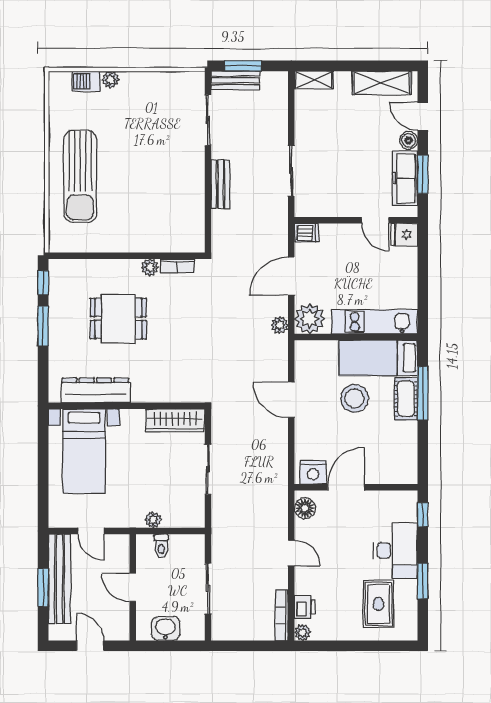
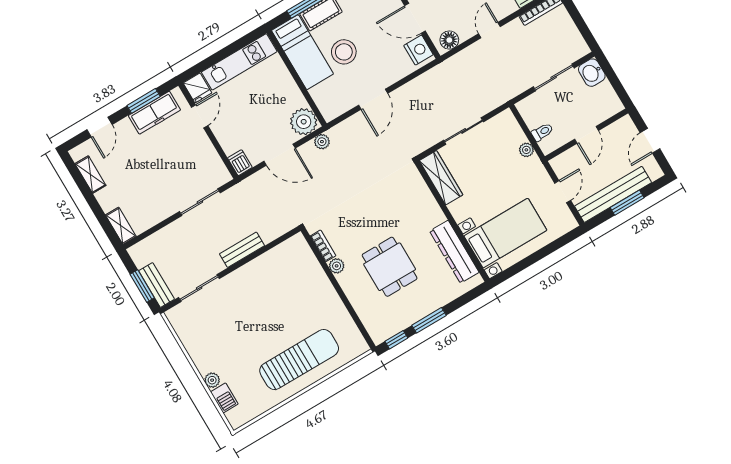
shelving: (382, 83) -> (90, 175), width x0.67, depth x0.75
boiler: (409, 140) -> (124, 127), removed
kitchen unit: (375, 322) -> (239, 62), moved, turned -90
washbasin: (166, 629) -> (592, 73), moved

